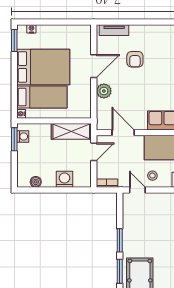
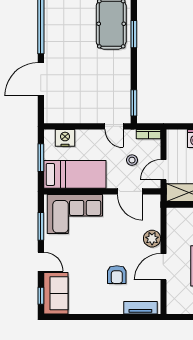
armchair: (135, 59) -> (117, 275), turned 180
stool: (152, 176) -> (132, 160), moved
window: (120, 240) -> (134, 103), moved

